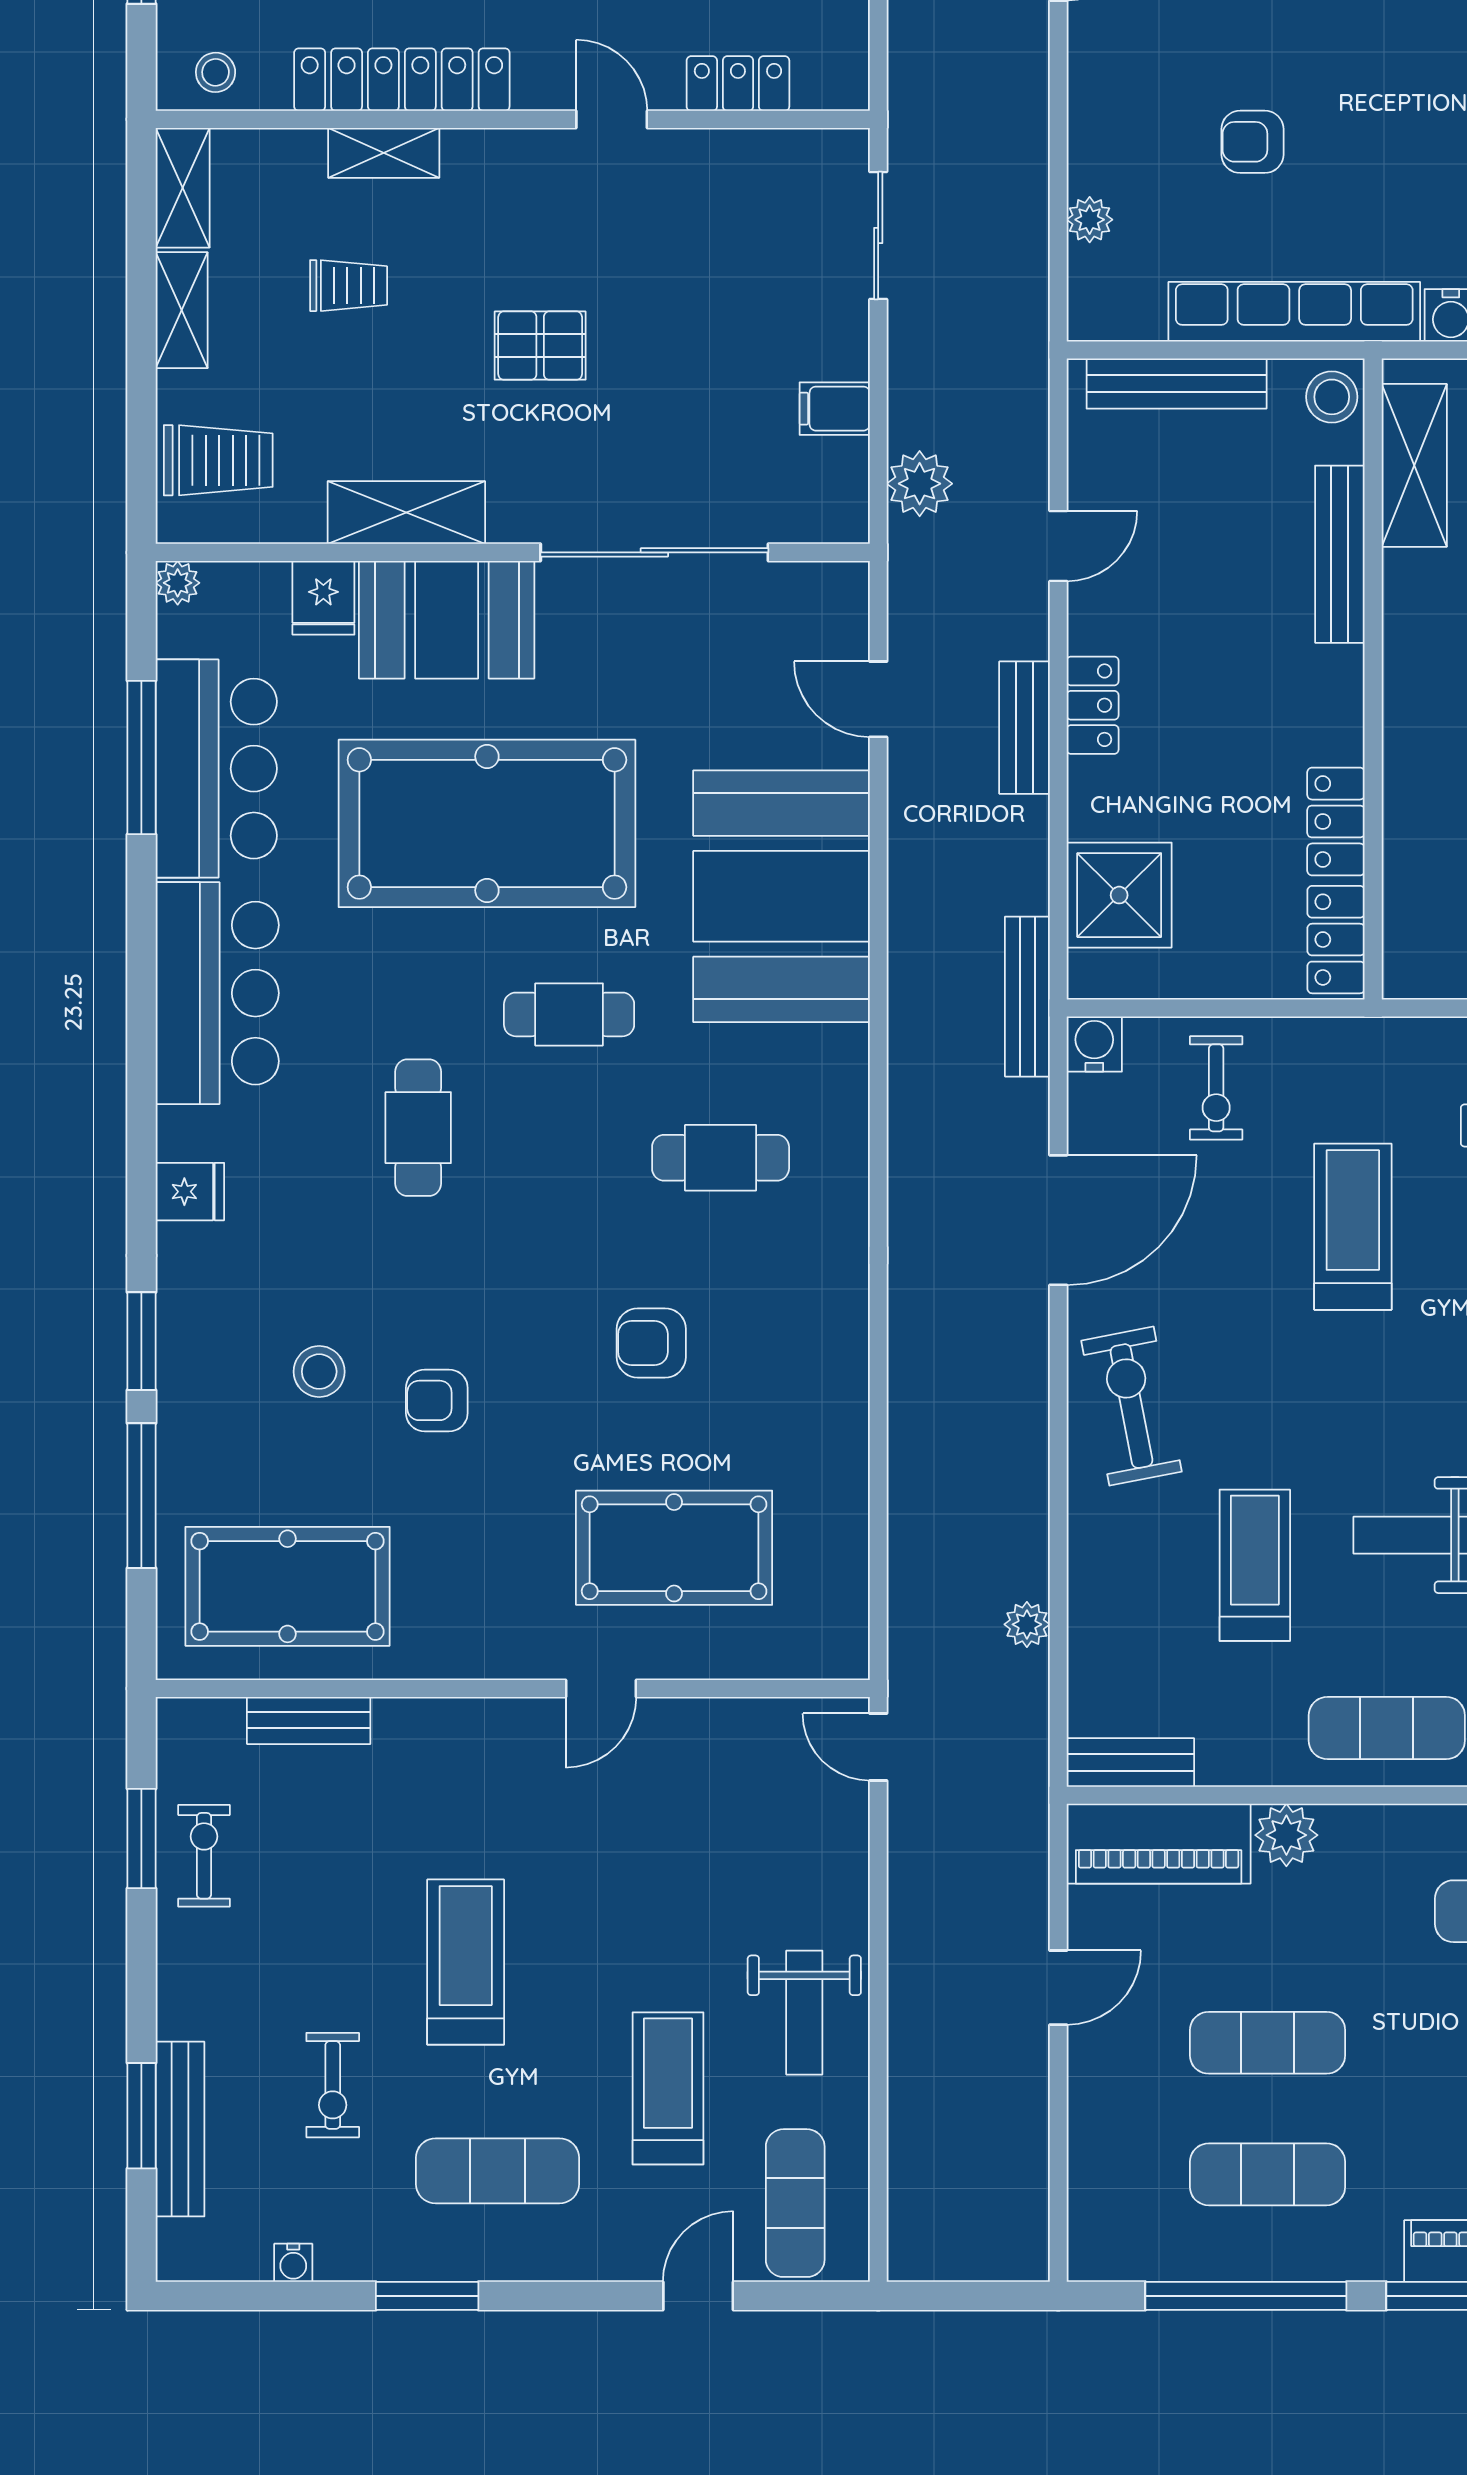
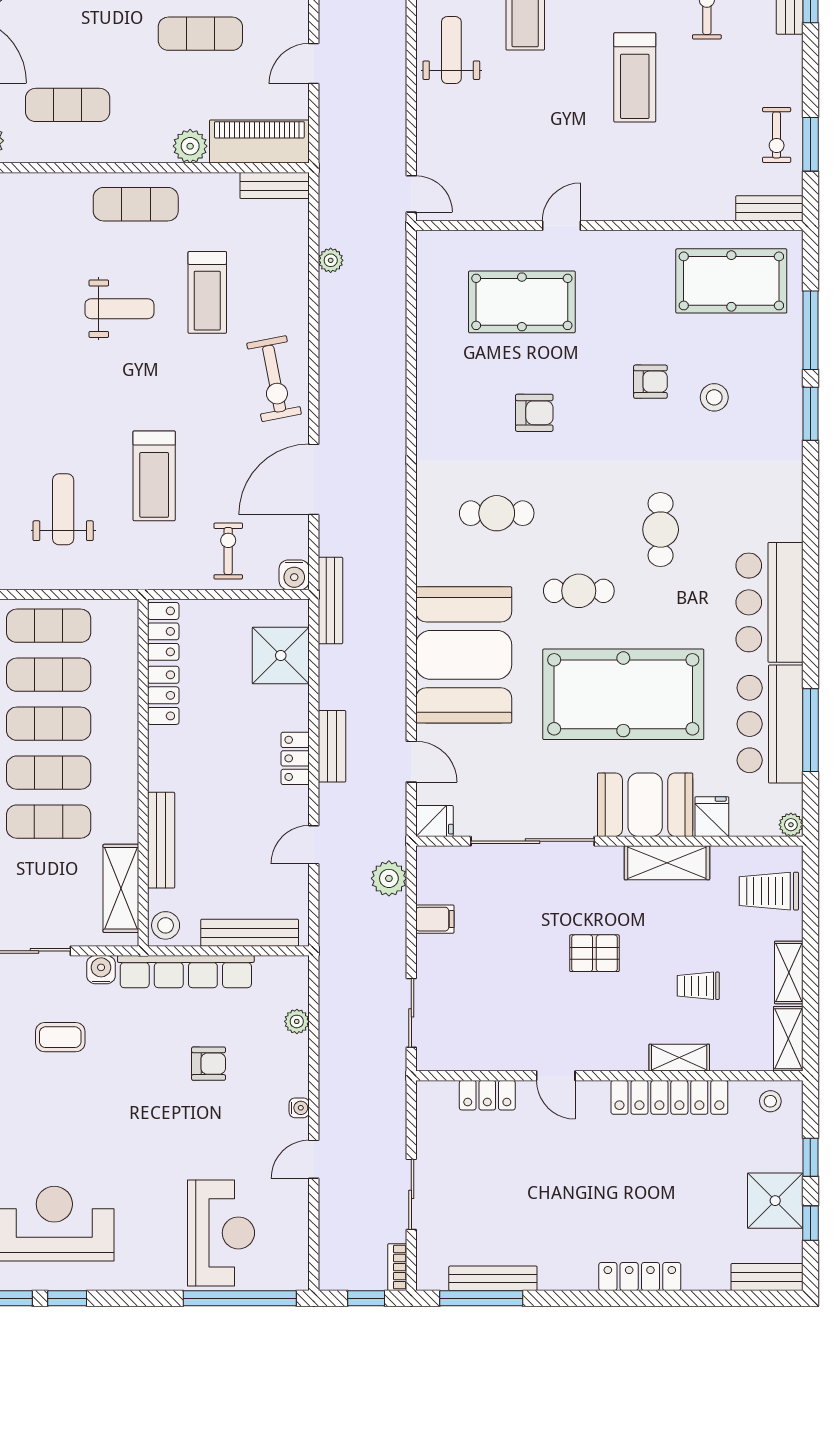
water cooler: (1085, 60) -> (299, 1108), added
fridge: (190, 1192) -> (434, 821), moved, turned 180
bench: (309, 1720) -> (769, 208), moved

